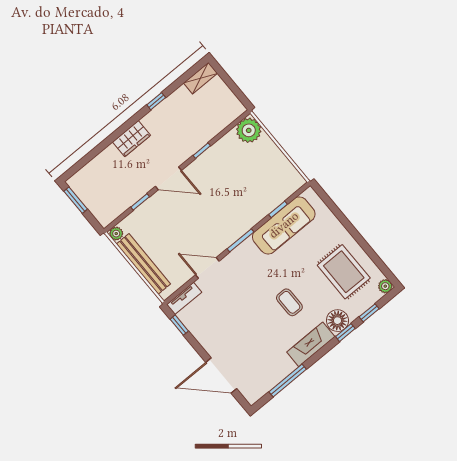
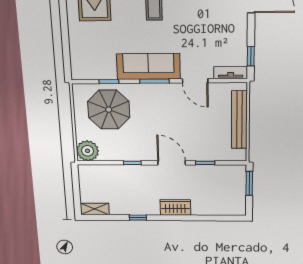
parasol: (259, 184) -> (109, 110), added
window: (76, 200) -> (249, 183), moved
sofa: (284, 225) -> (148, 66), moved
plant: (116, 234) -> (240, 155), removed

